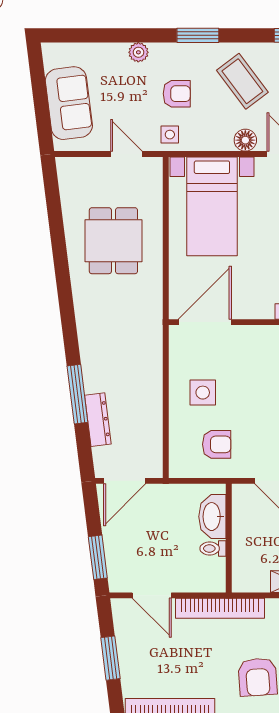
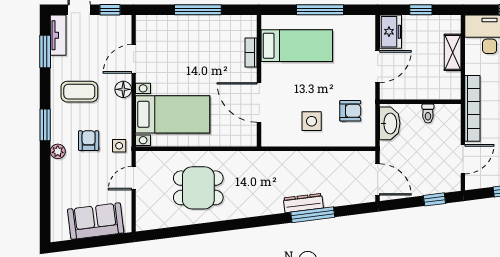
plant: (138, 52) -> (58, 151), moved
coffee table: (242, 81) -> (79, 92), turned 37
door: (205, 322) -> (259, 102), moved
dresser: (98, 420) -> (303, 203), moved
armchair: (217, 444) -> (350, 111), turned 90
washbasin: (212, 517) -> (390, 123), moved, turned -90
window: (98, 557) -> (434, 199), width x0.67

